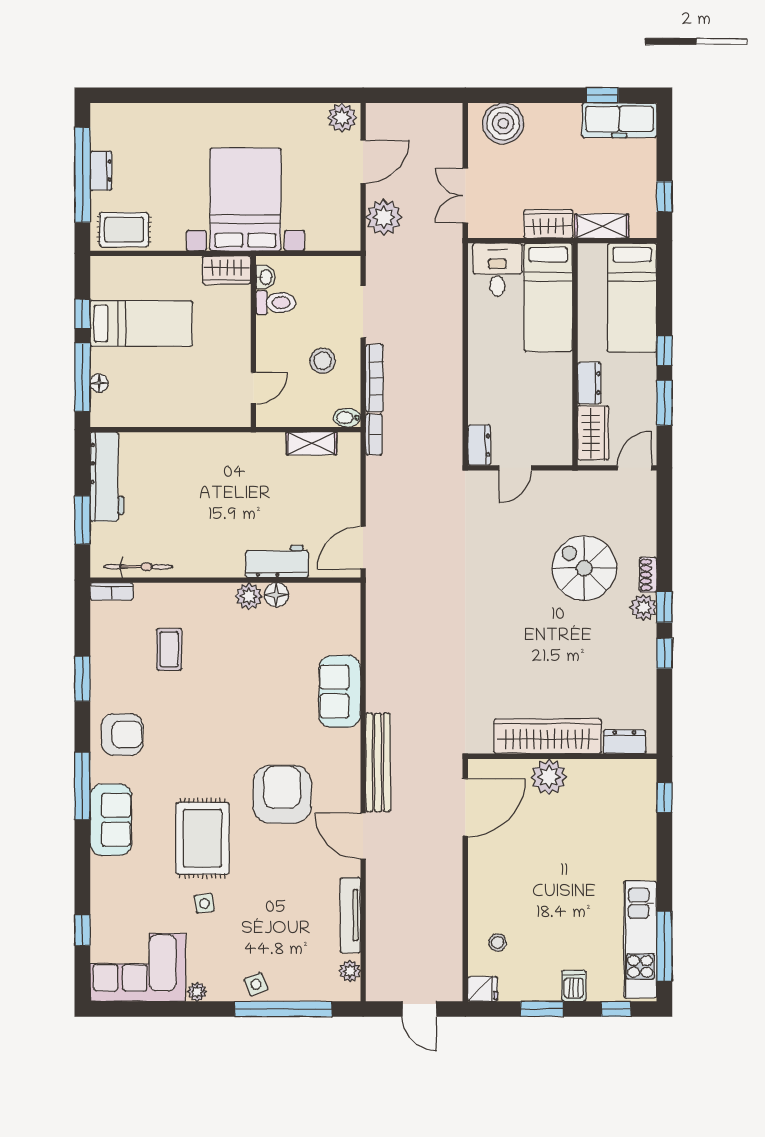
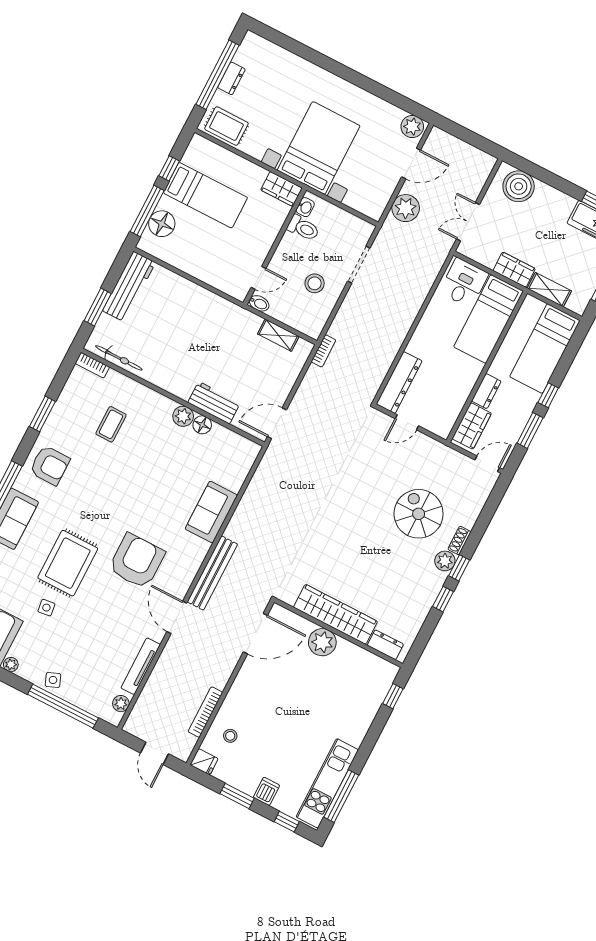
bookcase: (374, 378) -> (205, 712), moved, turned 180
floor lamp: (99, 383) -> (162, 224), width x1.89, depth x1.89
bidet: (347, 418) -> (259, 303), moved, turned 180
dresser: (479, 445) -> (399, 383), width x1.96, depth x1.24

